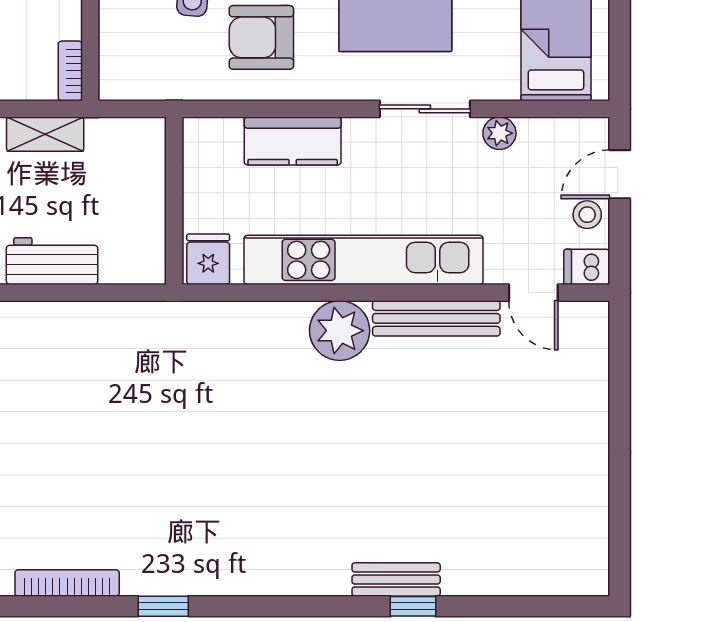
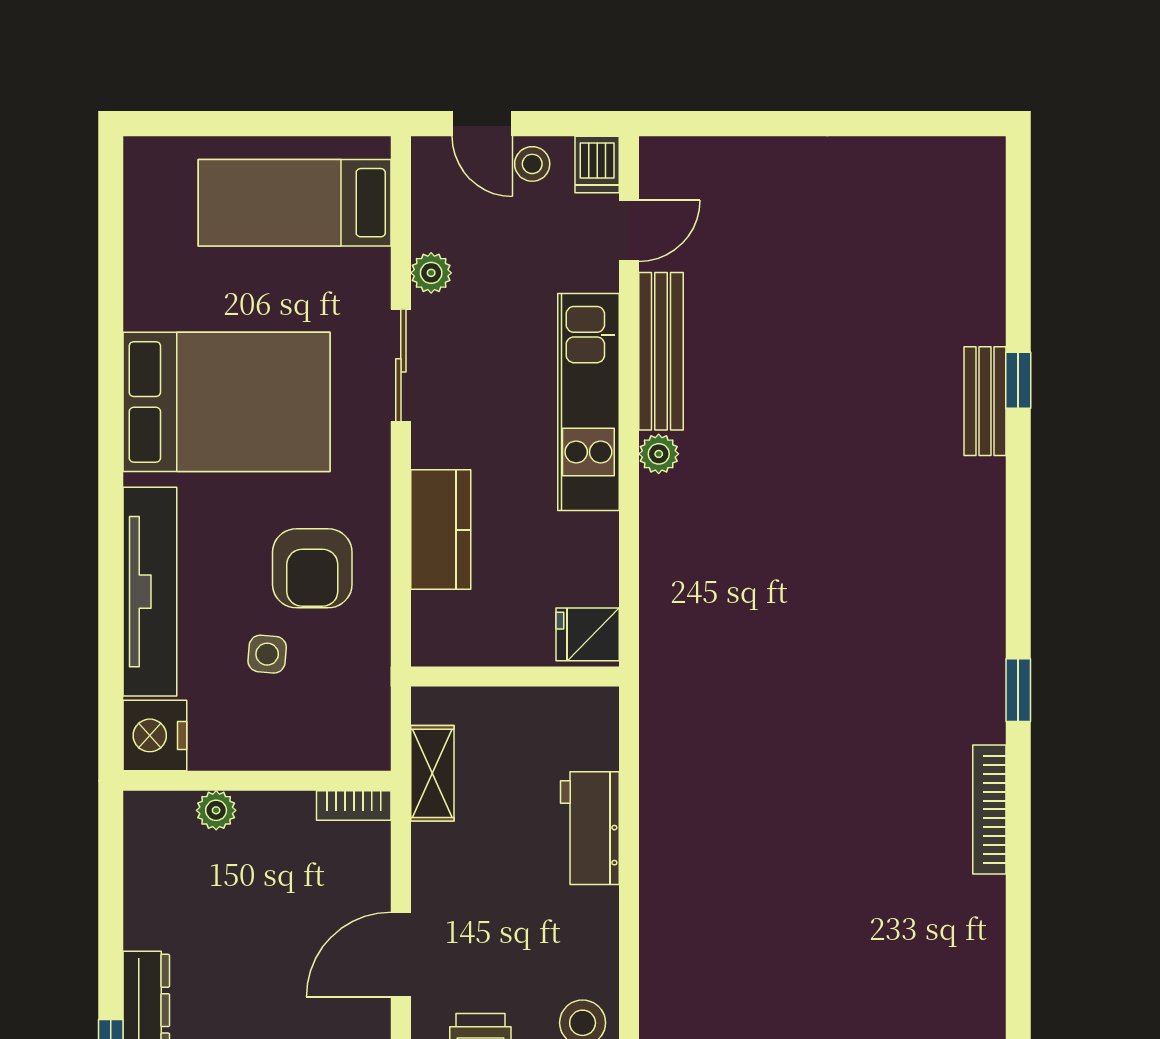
shelving: (45, 134) -> (432, 773), moved
kitchen unit: (364, 260) -> (588, 402), width x0.73
plant: (340, 331) -> (659, 454), width x0.53, depth x0.53

